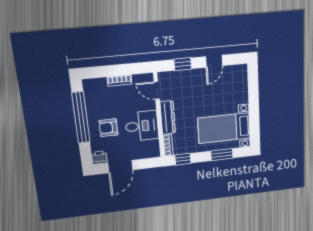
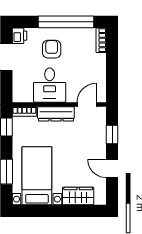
bookcase: (119, 80) -> (101, 40), moved
wardrobe: (240, 90) -> (78, 196), added

